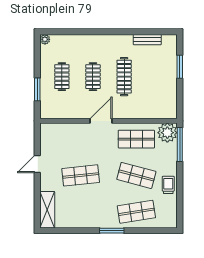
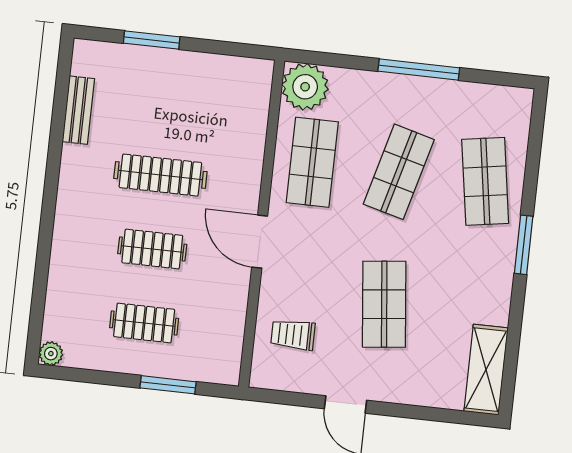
window: (180, 145) -> (419, 69), moved
trolley: (168, 185) -> (293, 335), moved
shelving: (47, 210) -> (486, 370), moved, turned 90

